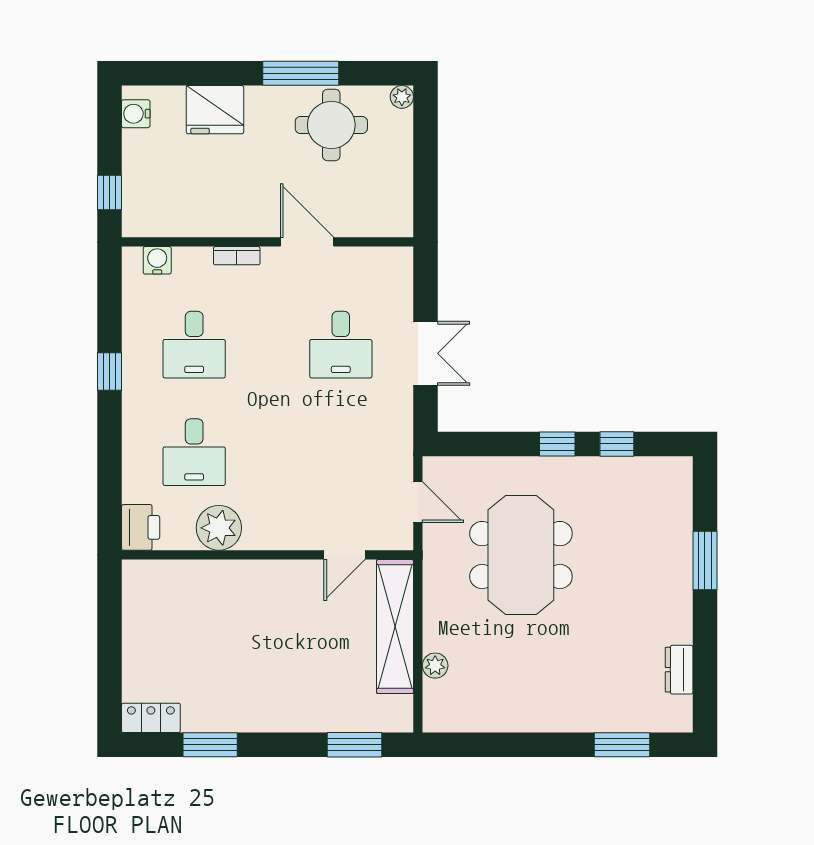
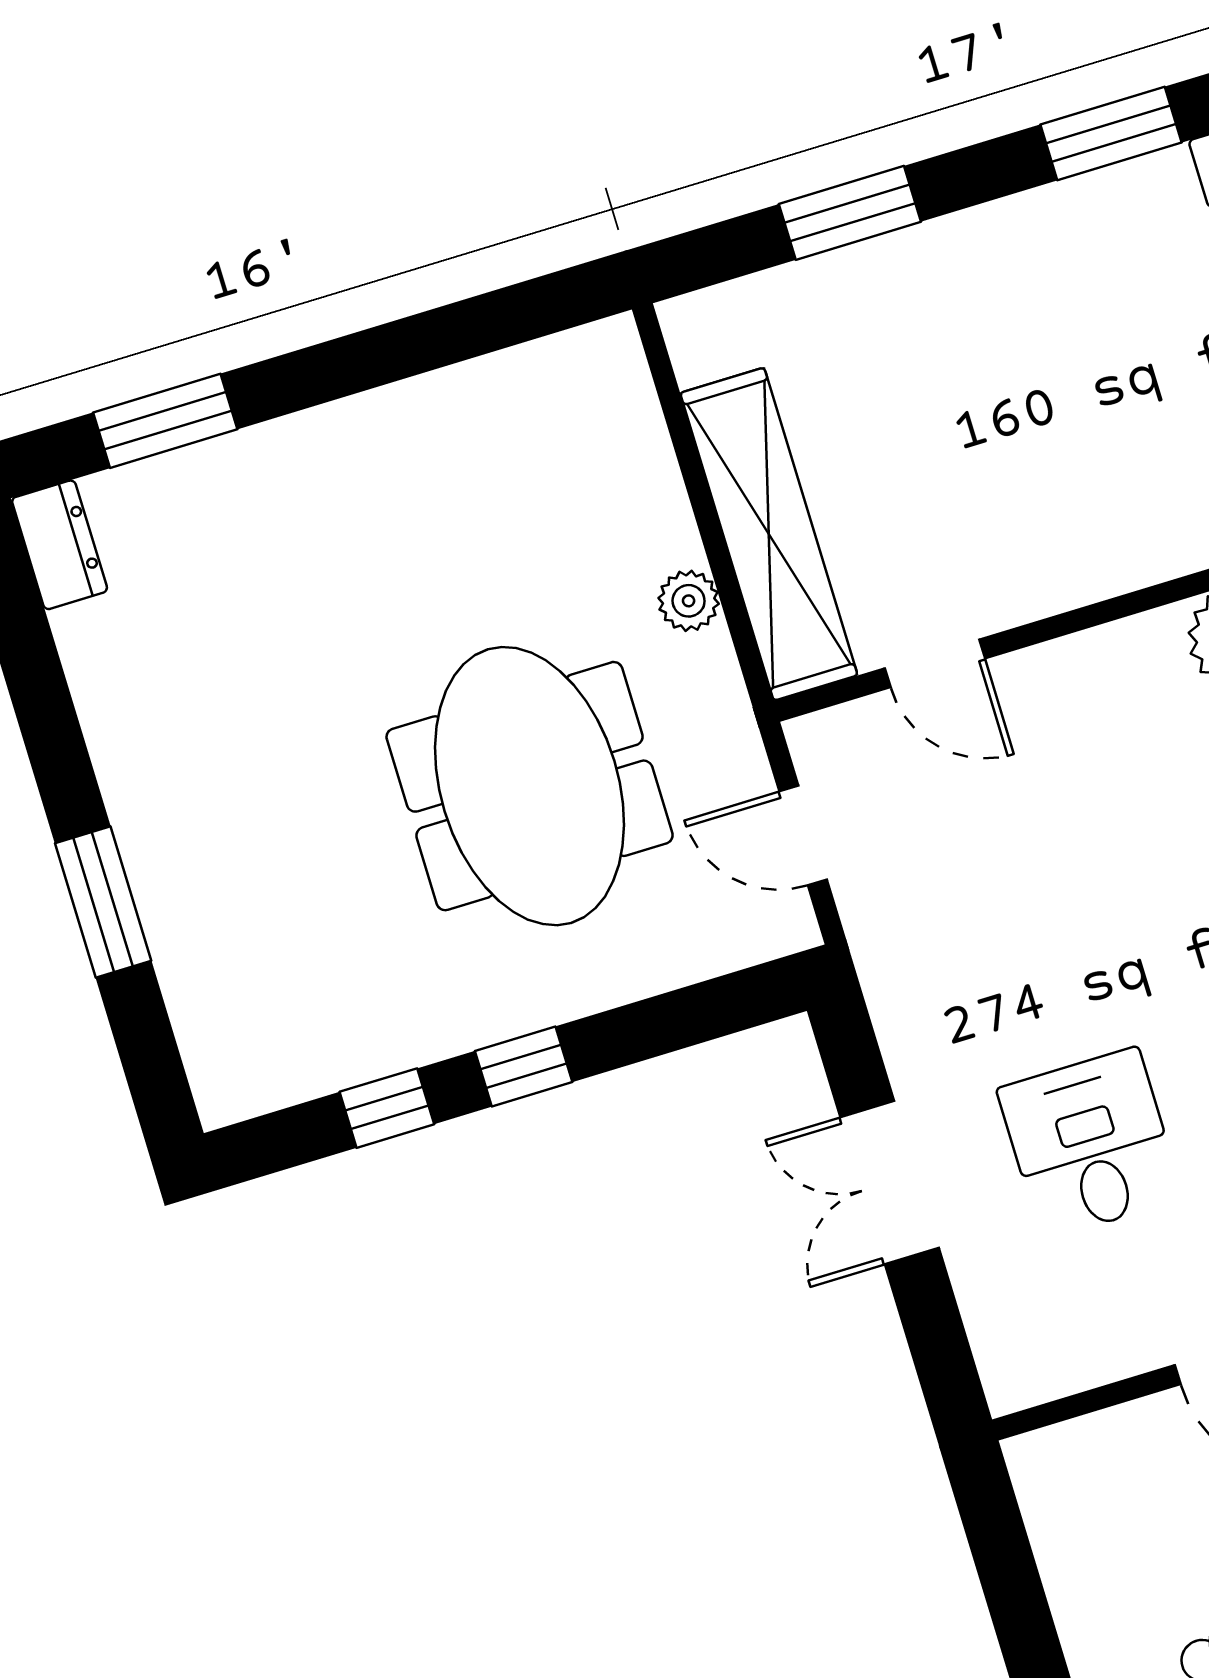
door: (345, 555) -> (935, 663), swing flipped
plant: (435, 666) -> (689, 601), moved
dresser: (679, 670) -> (60, 545), moved
window: (354, 745) -> (850, 213), moved

